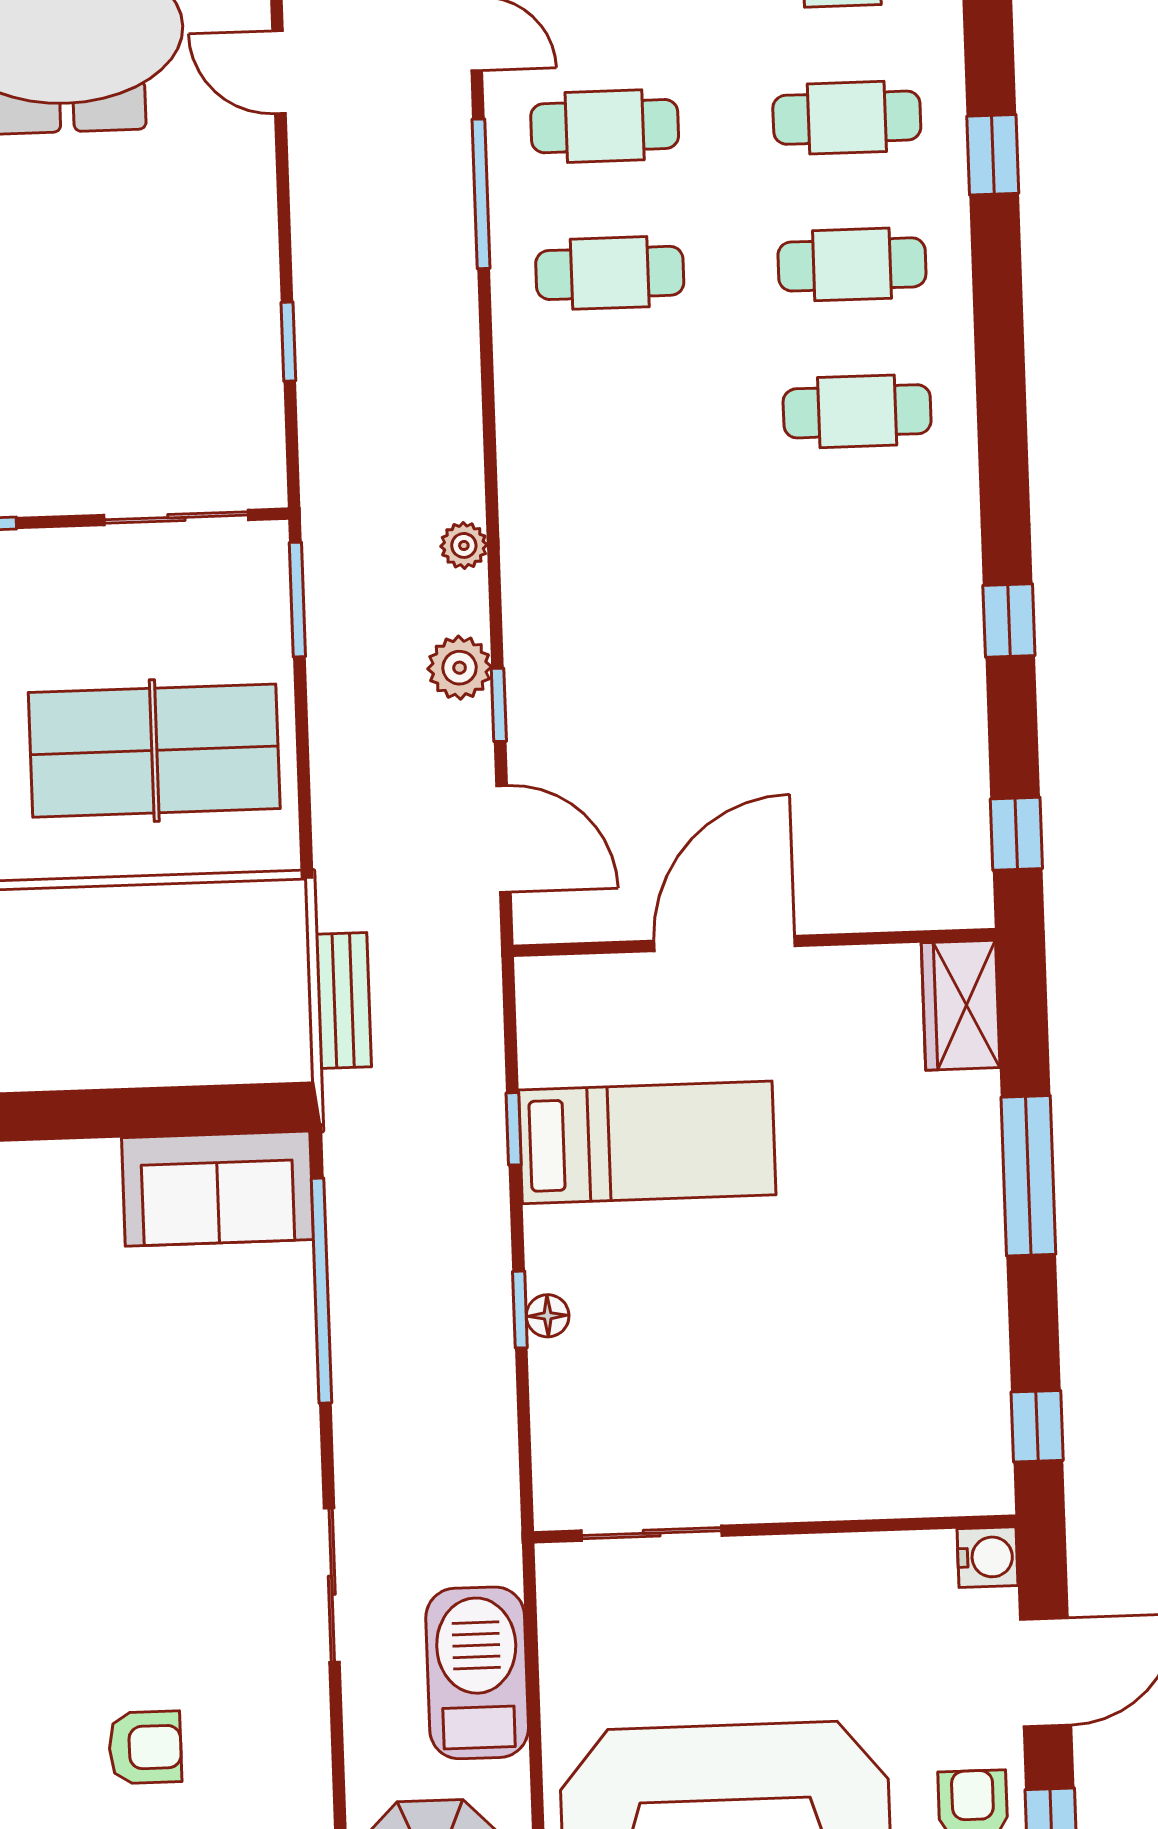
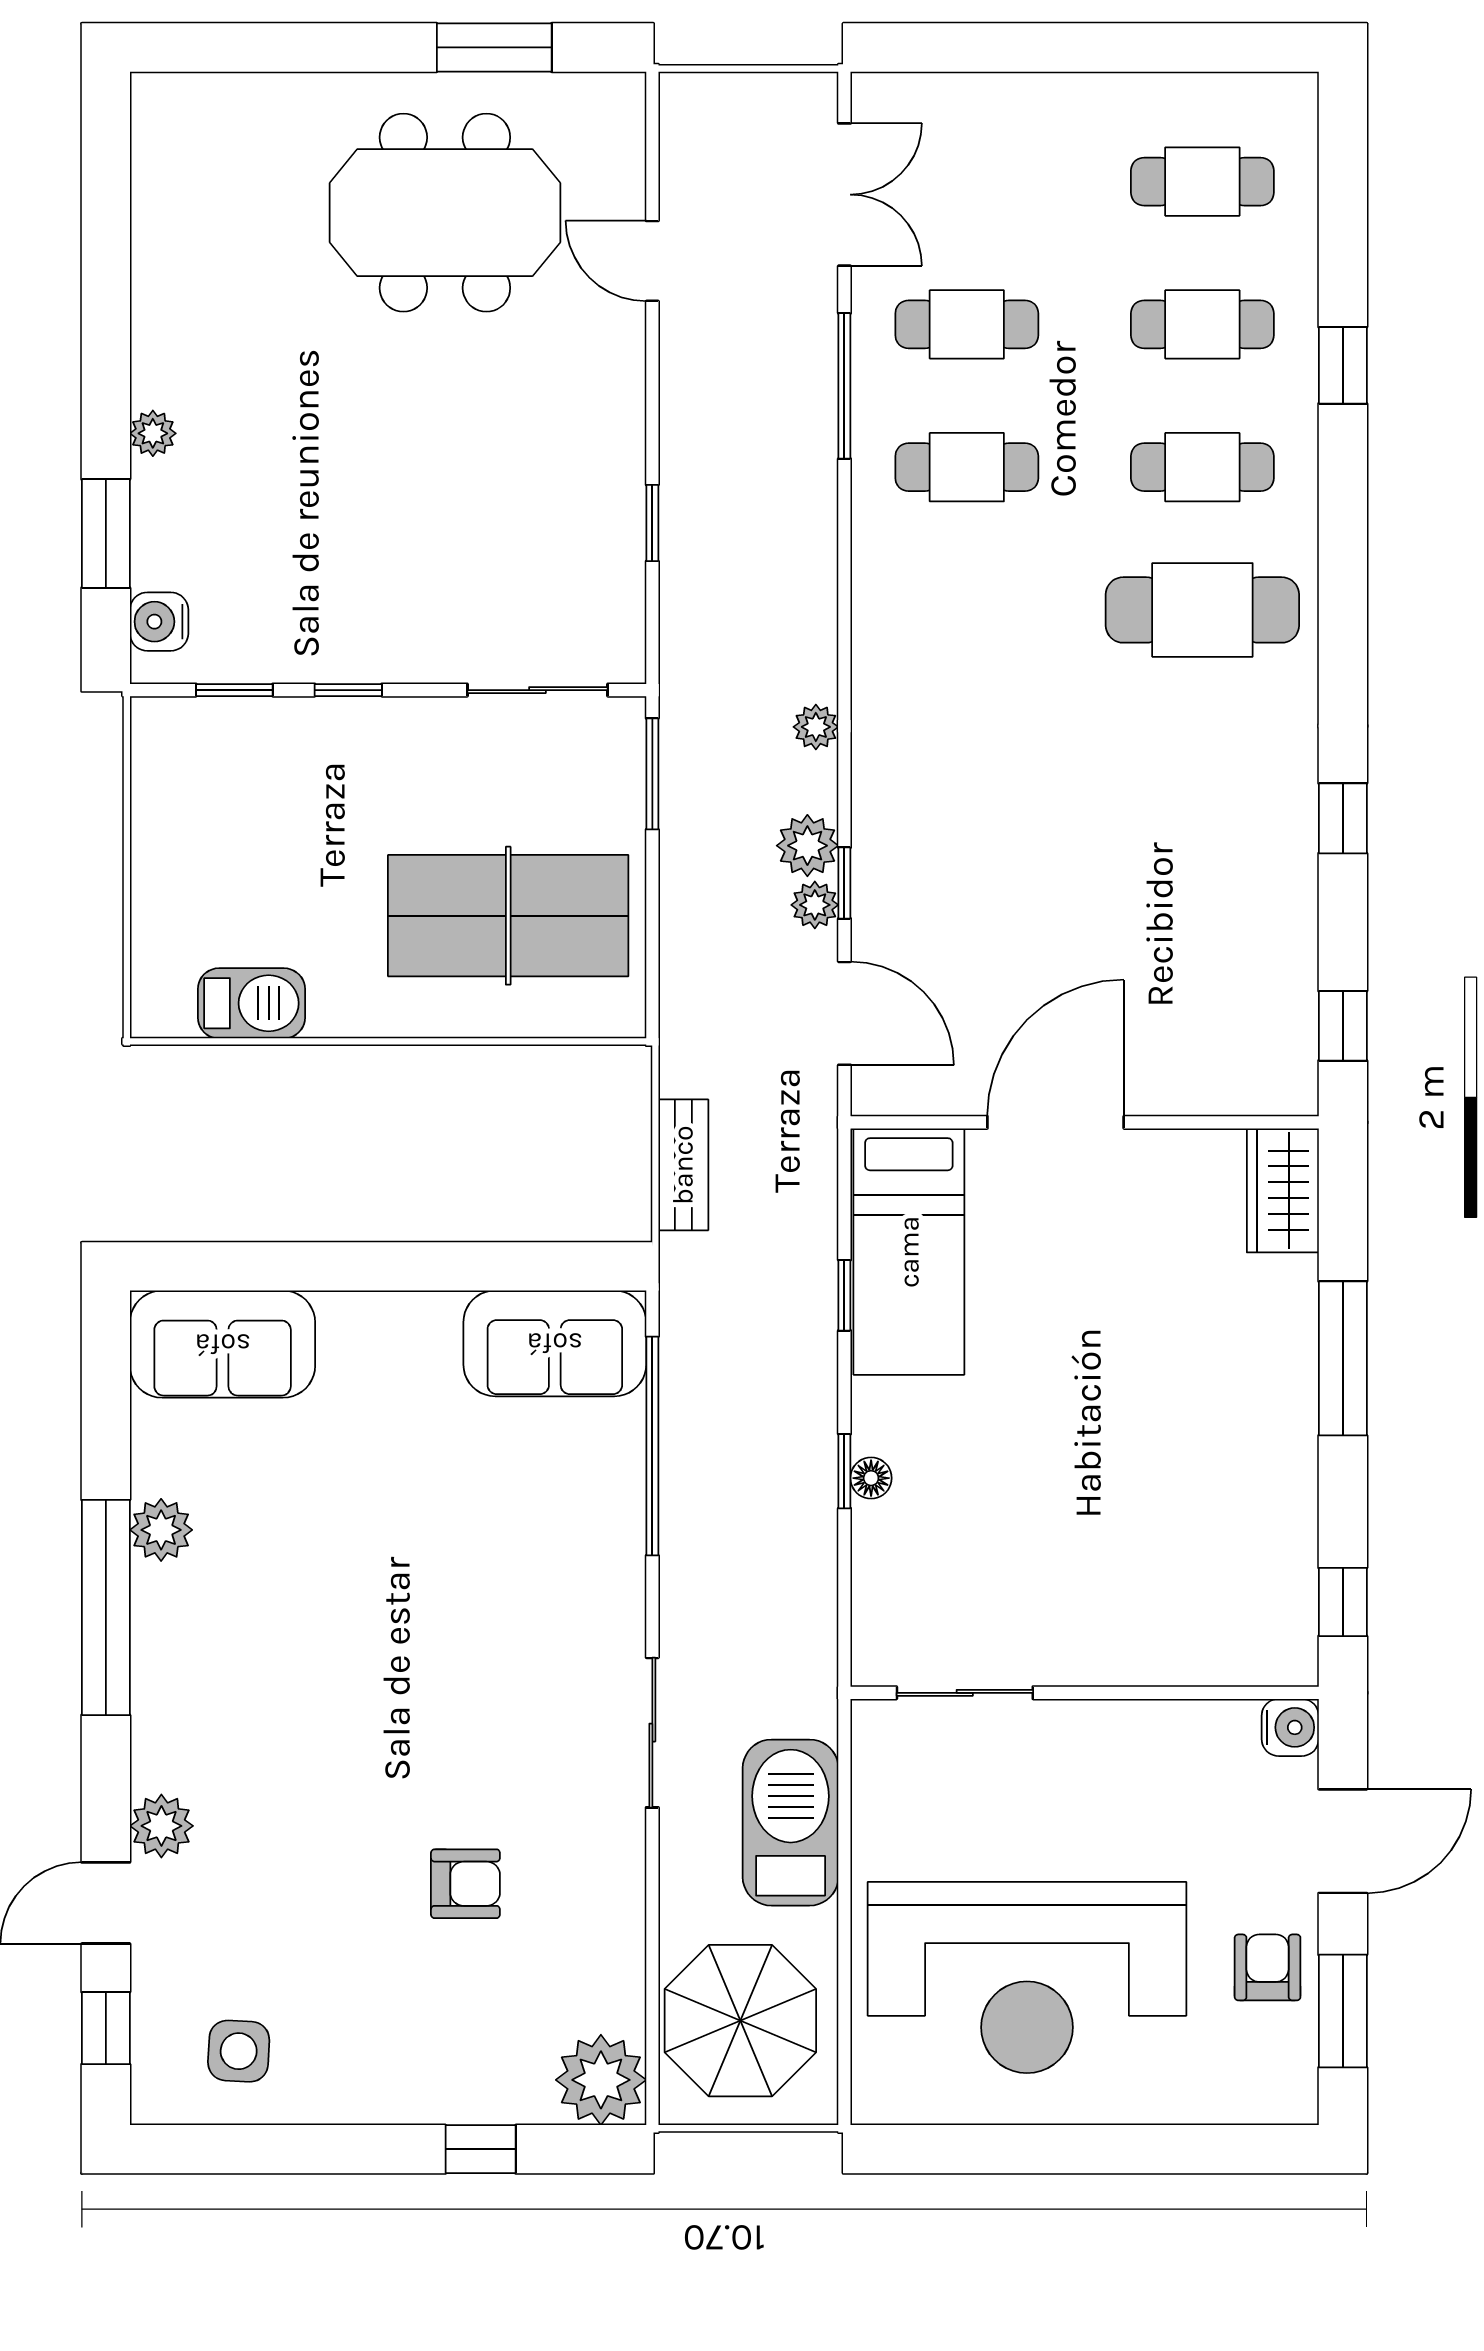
cafe table: (857, 411) -> (1202, 610), width x1.37, depth x1.35
plant: (469, 728) -> (815, 905), added
bed: (647, 1142) -> (909, 1252), moved, turned 90

